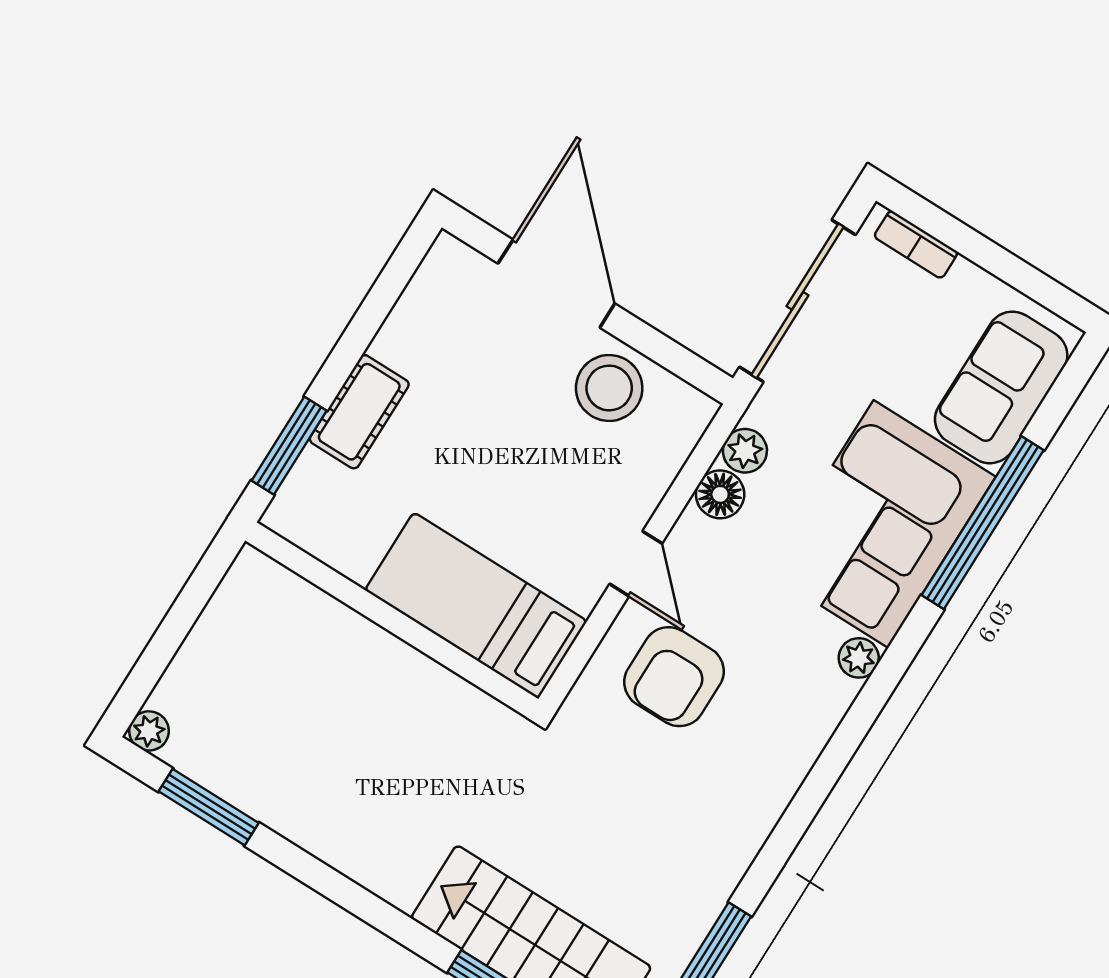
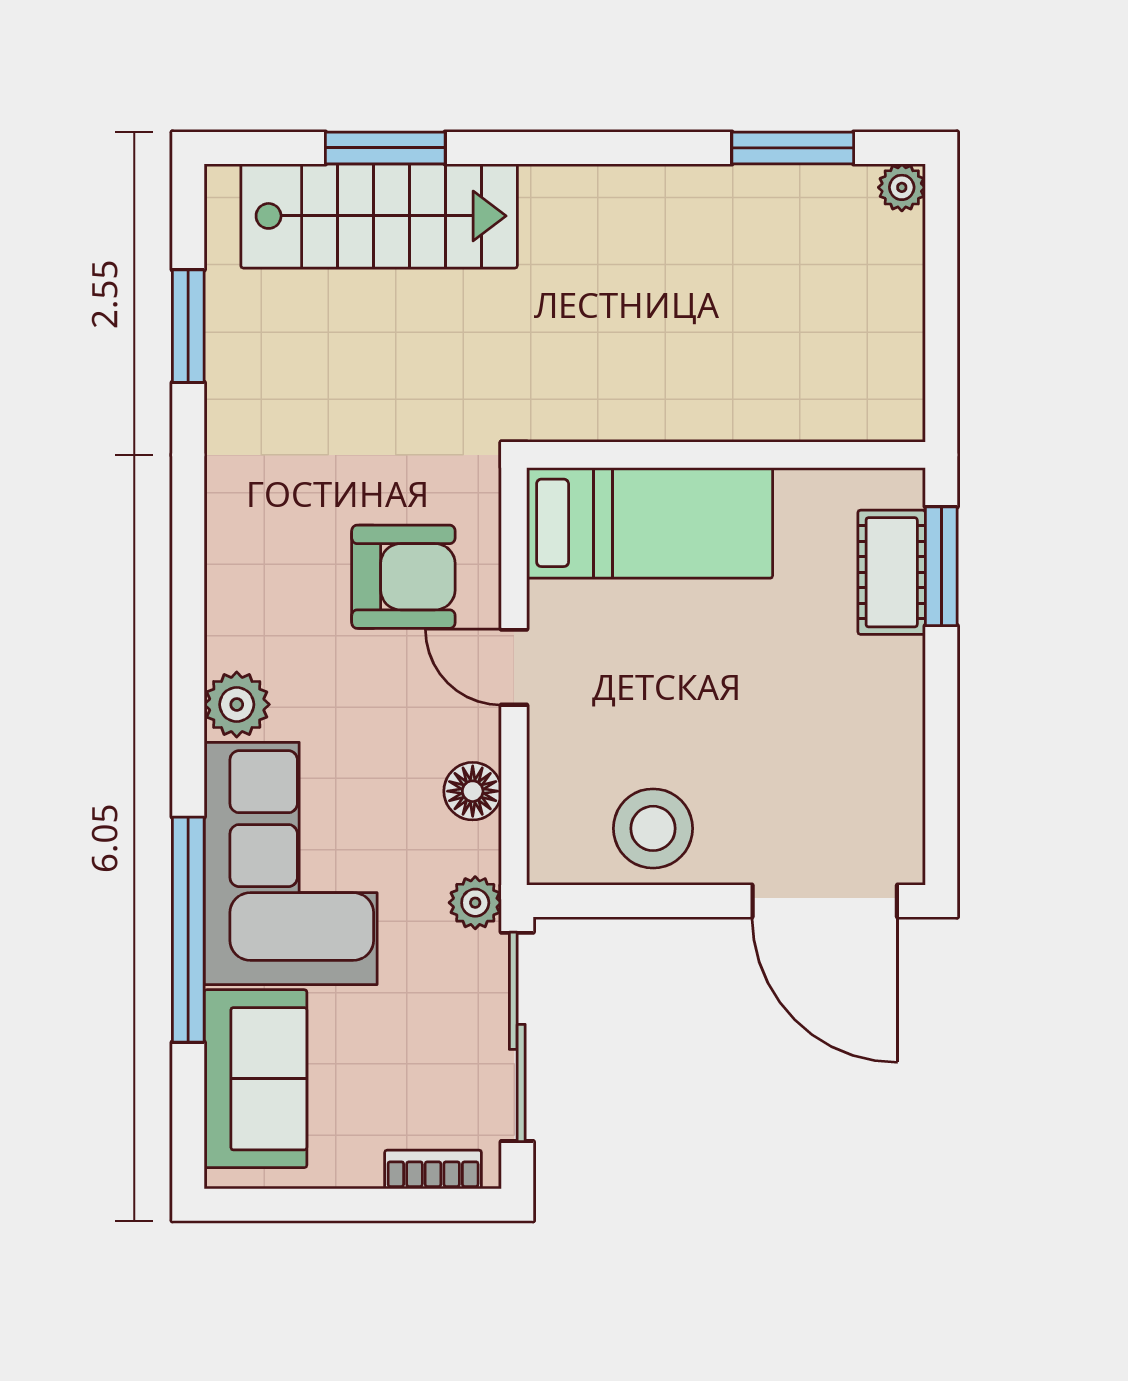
door: (556, 284) -> (825, 901), moved
cot: (359, 412) -> (892, 572), moved
plant: (745, 451) -> (475, 903), moved
plant: (859, 658) -> (237, 704), width x1.38, depth x1.38
armchair: (674, 677) -> (403, 577), turned 90

